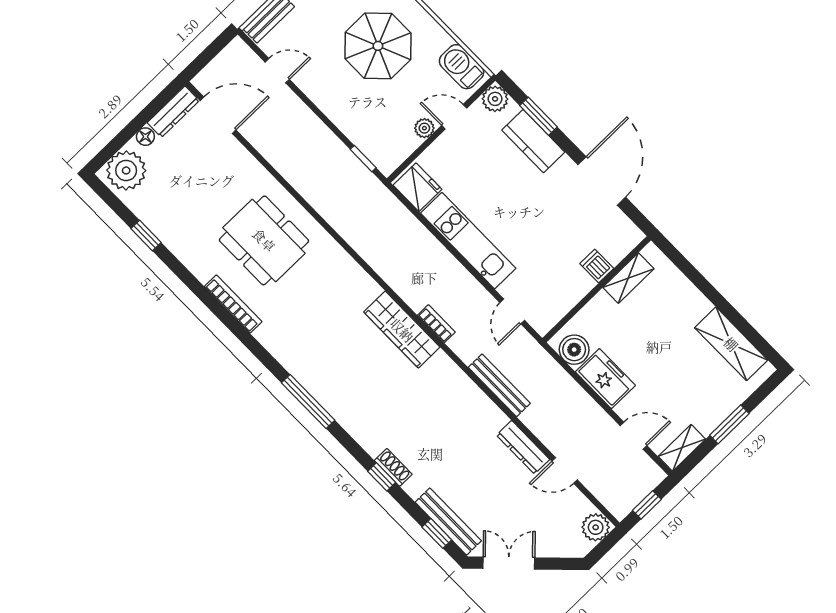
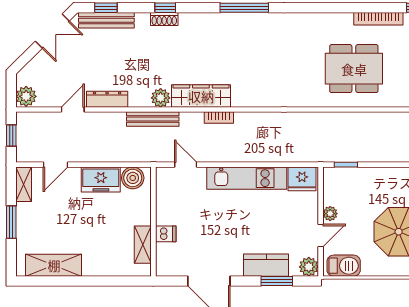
bookcase: (233, 304) -> (378, 19), moved
wardrobe: (402, 330) -> (201, 96), moved
plant: (472, 398) -> (161, 98), added

